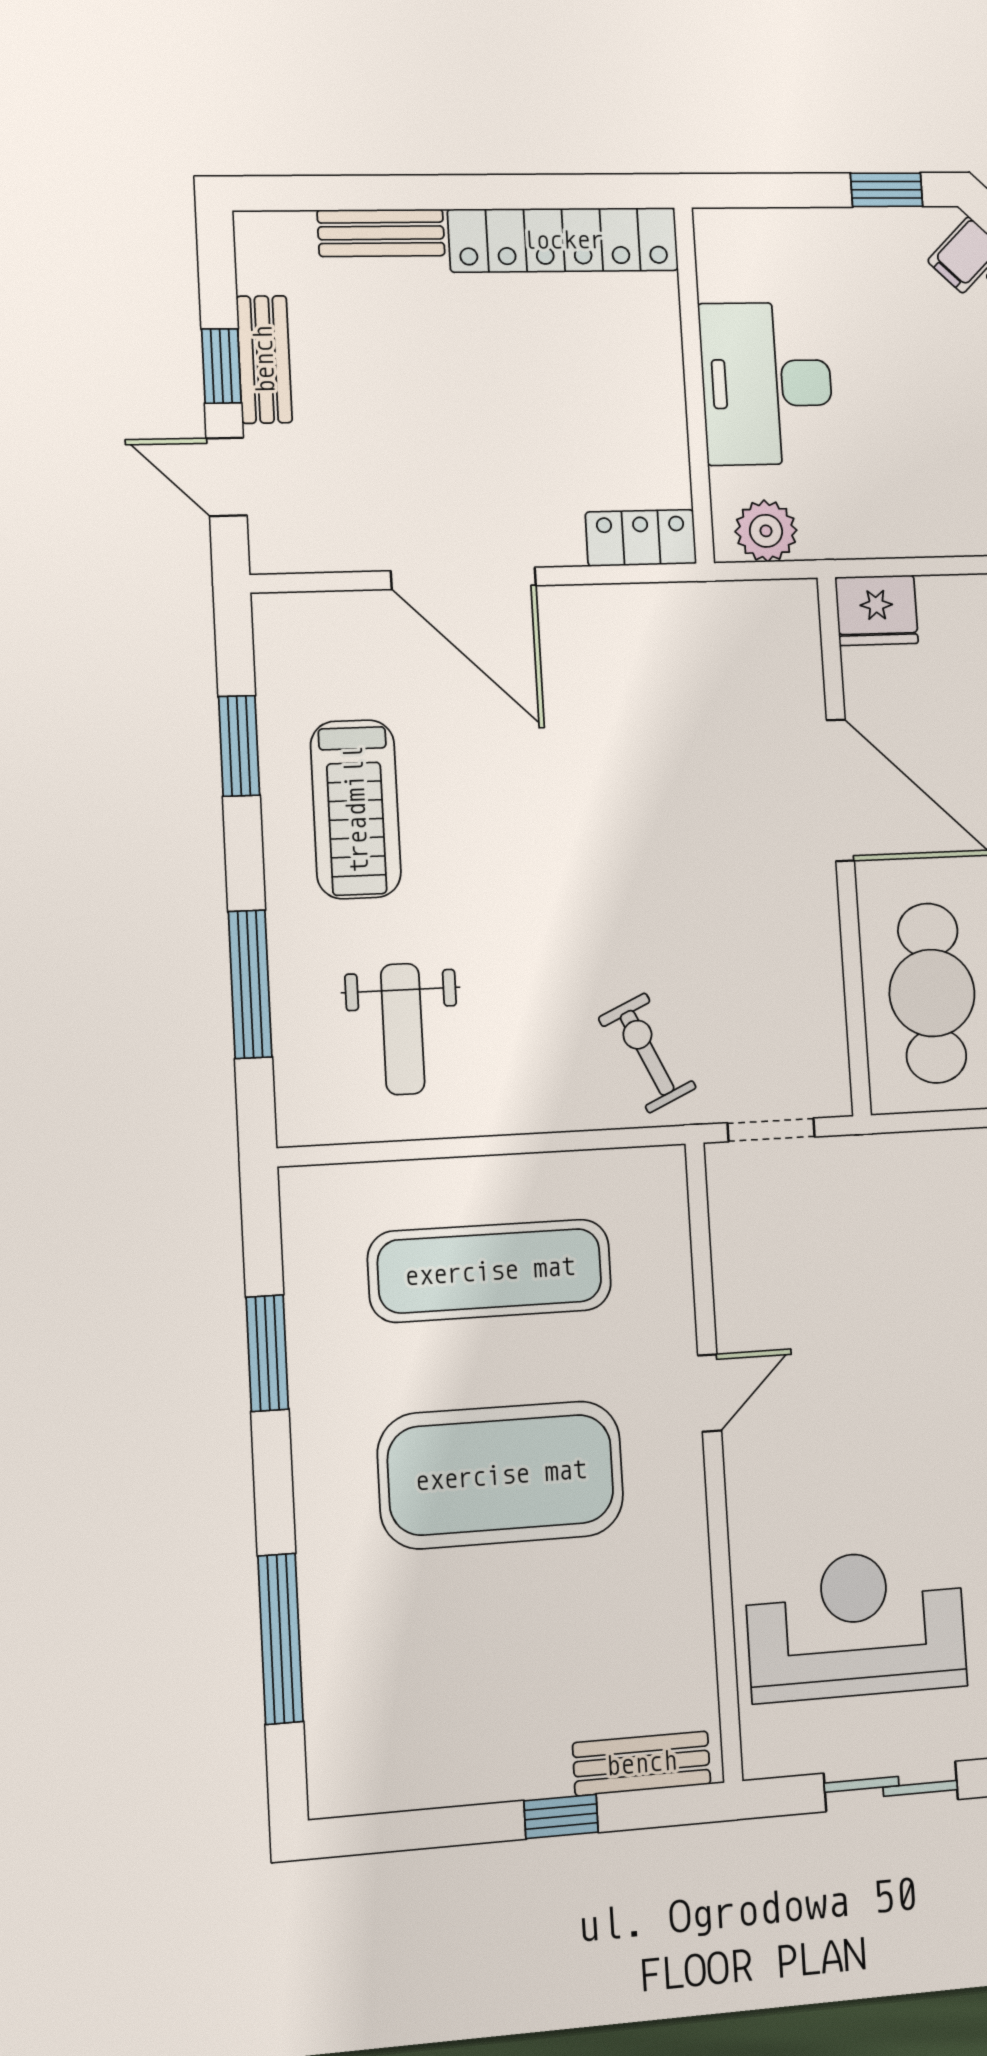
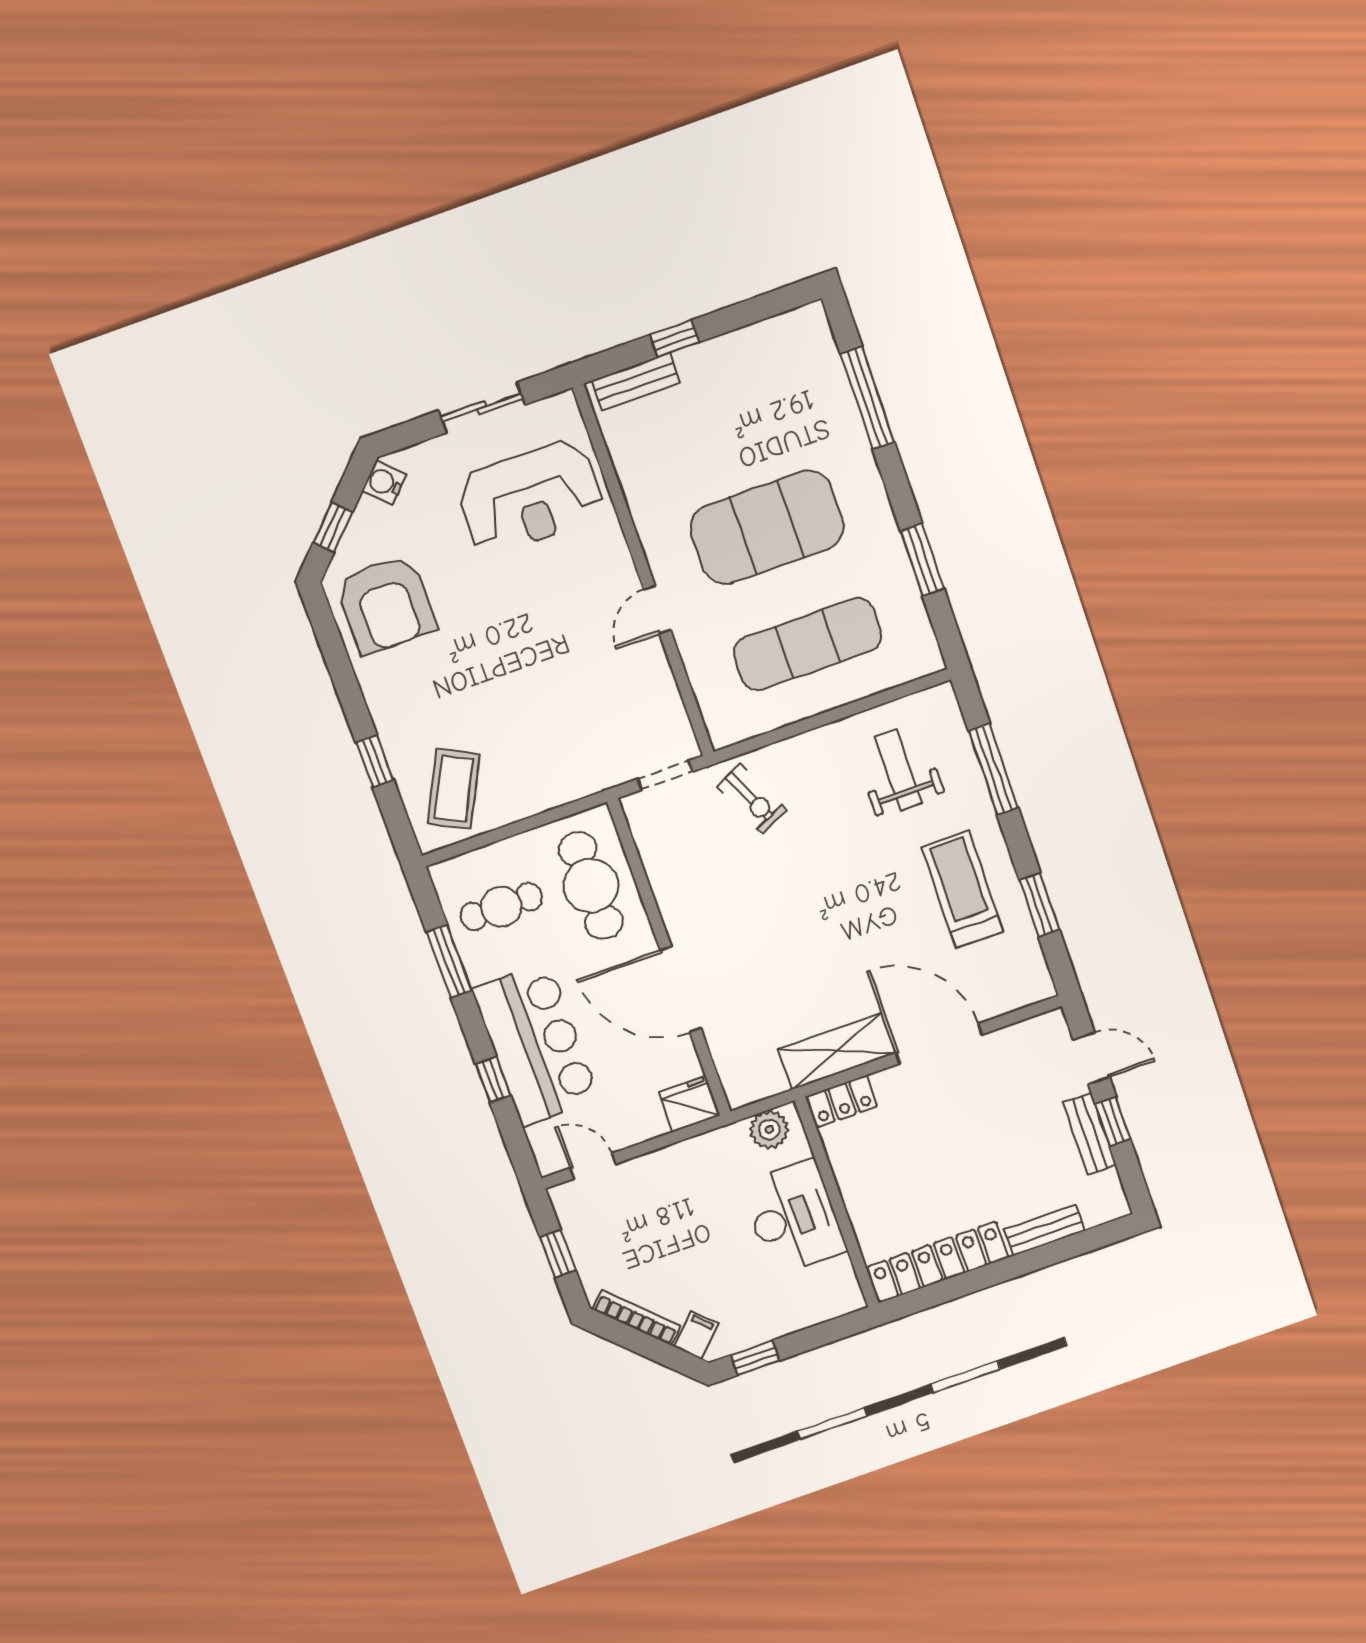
shelving: (627, 618) -> (837, 1051), added

